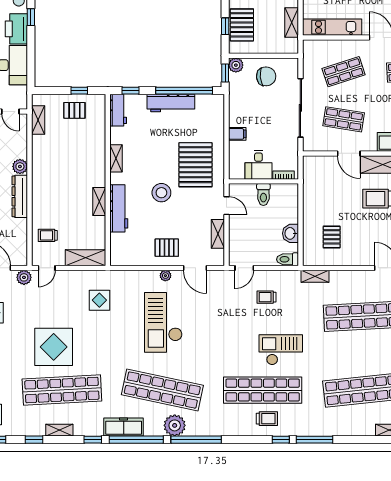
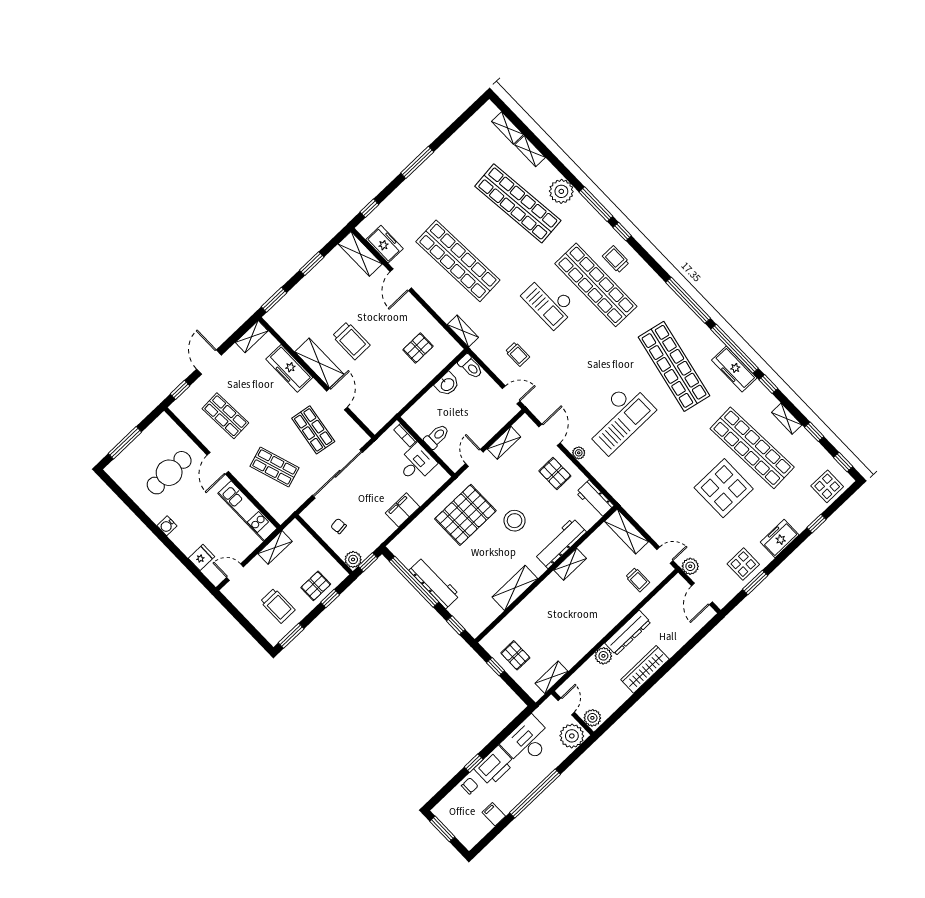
pallet: (242, 25) -> (316, 586), width x0.67, depth x0.71
chair: (266, 76) -> (339, 526), width x0.54, depth x0.54
workbench: (118, 110) -> (595, 499), moved, turned -90
filing cabinet: (237, 134) -> (403, 510), width x2.00
shelving: (116, 158) -> (515, 588), width x1.50, depth x1.33
display table: (99, 300) -> (650, 487), removed
plant: (175, 425) -> (561, 191), moved

